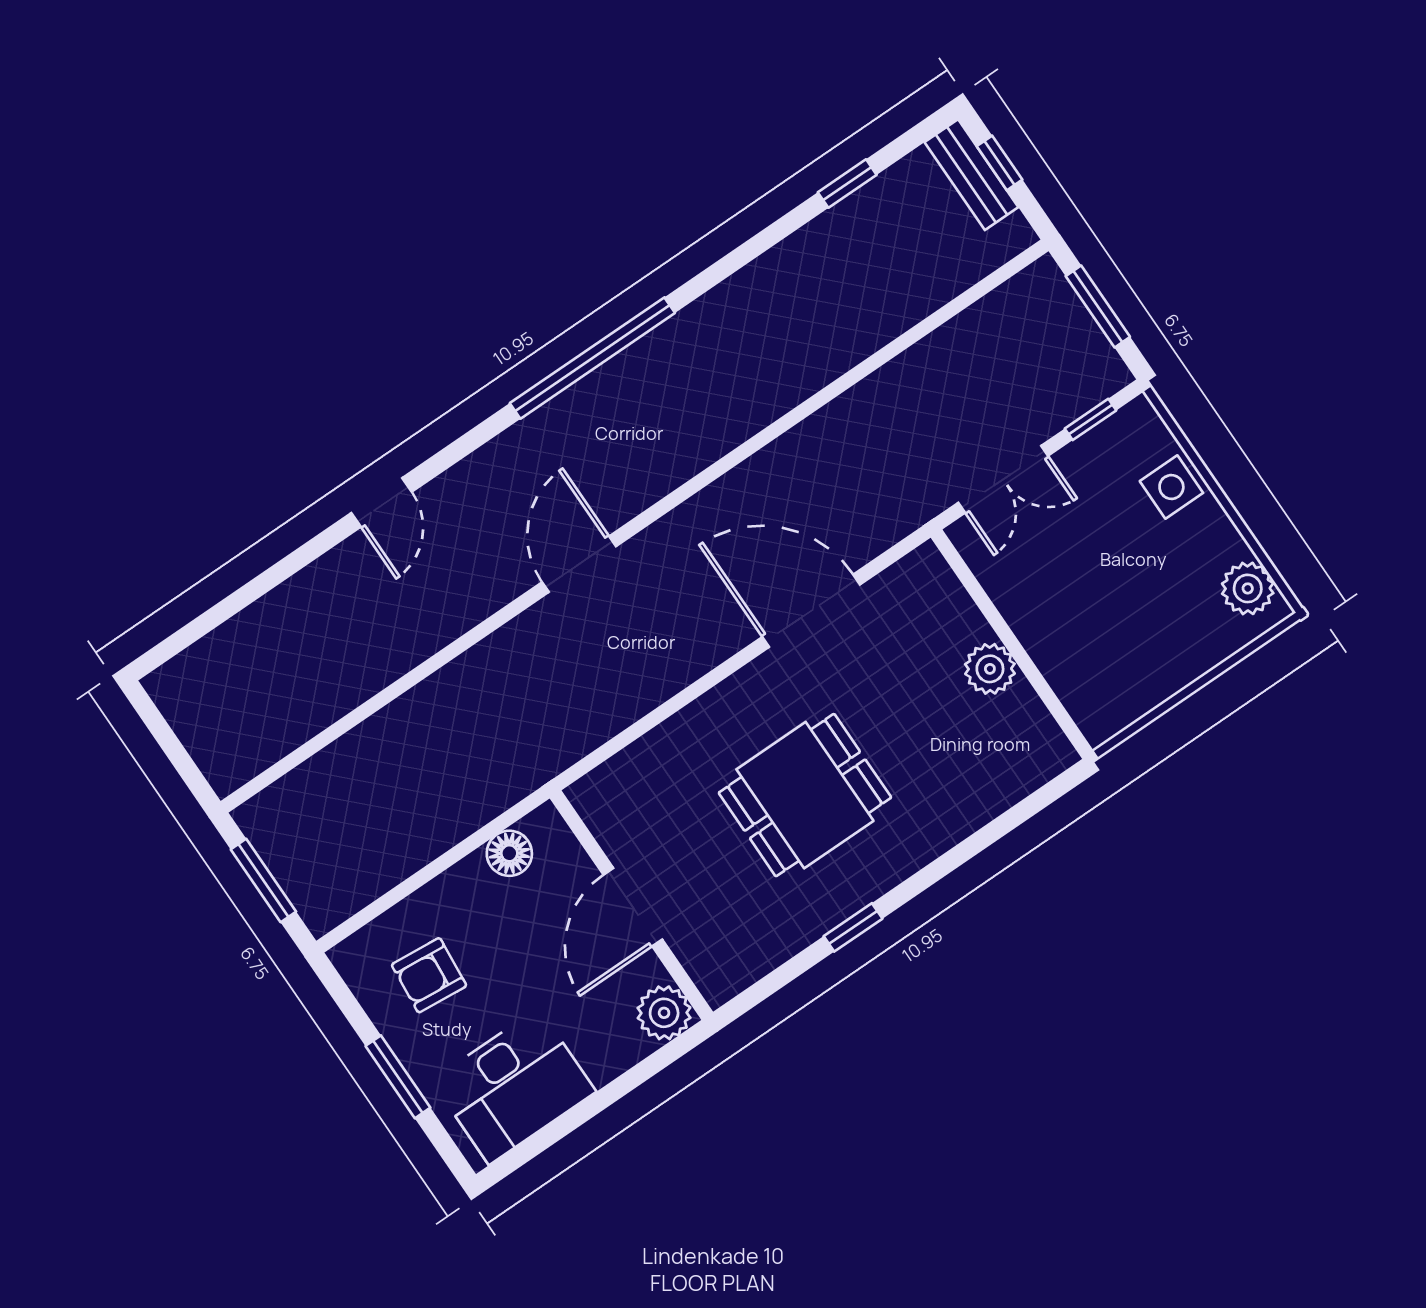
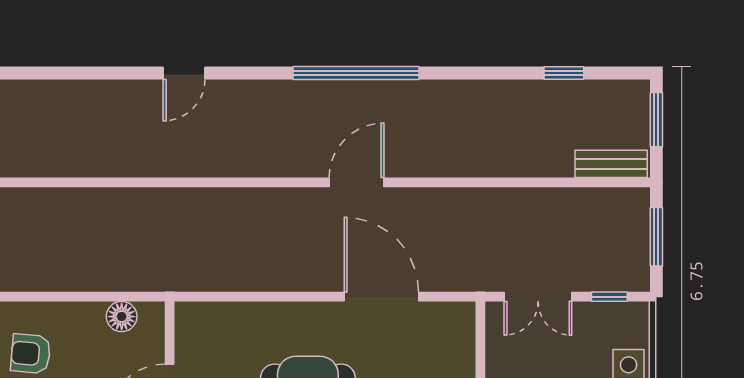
window: (1000, 163) -> (656, 120), width x1.50
bench: (971, 175) -> (611, 164), moved, turned 90
door: (579, 564) -> (357, 182), moved

